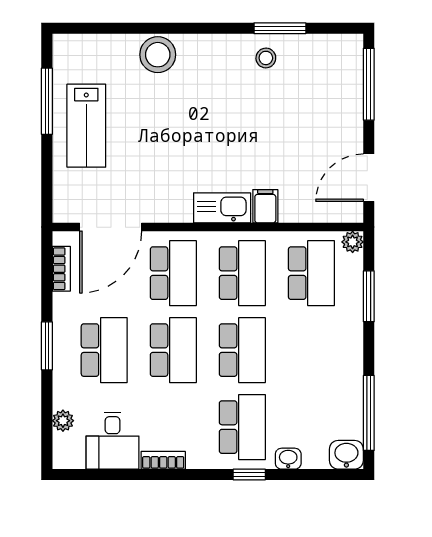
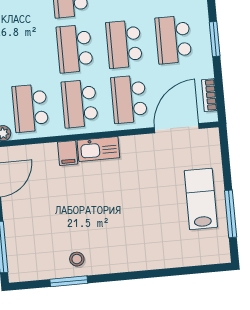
stool: (158, 55) -> (154, 254), removed

